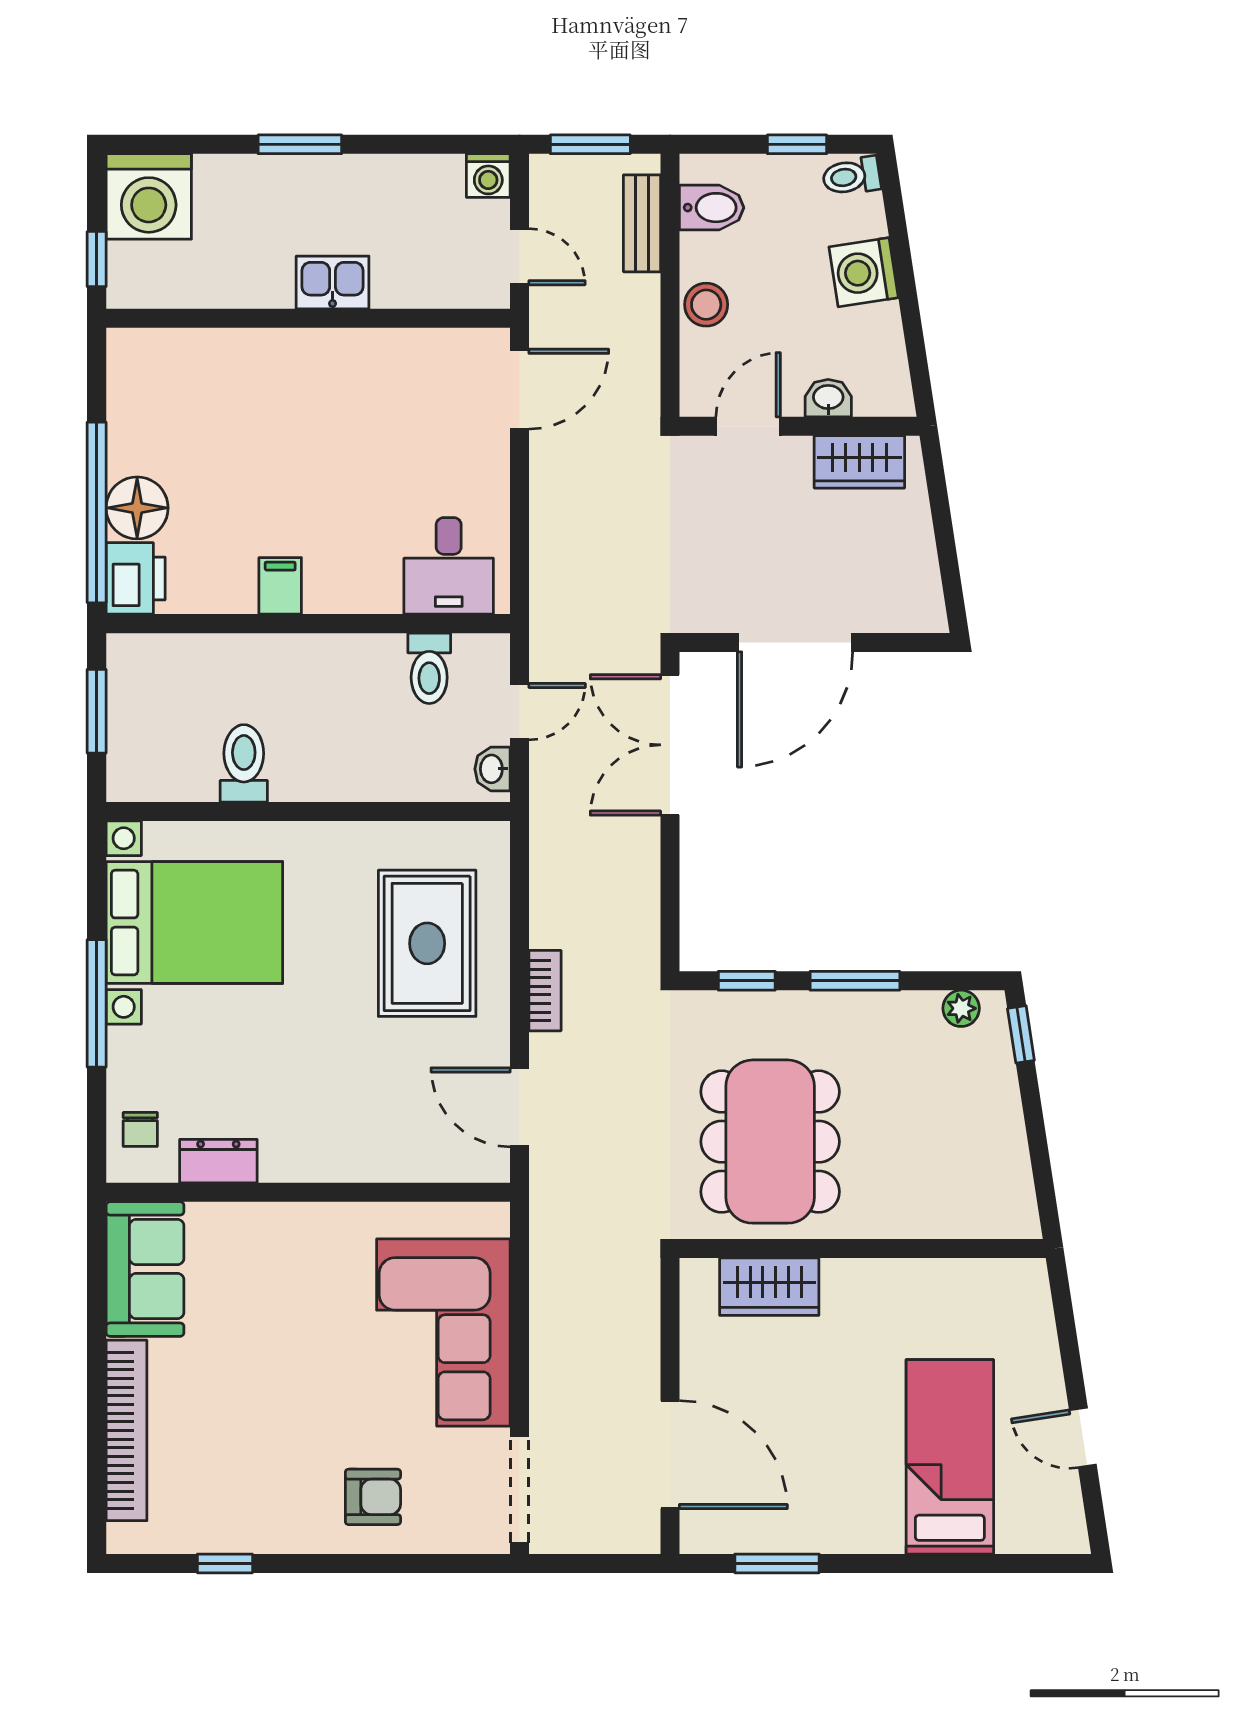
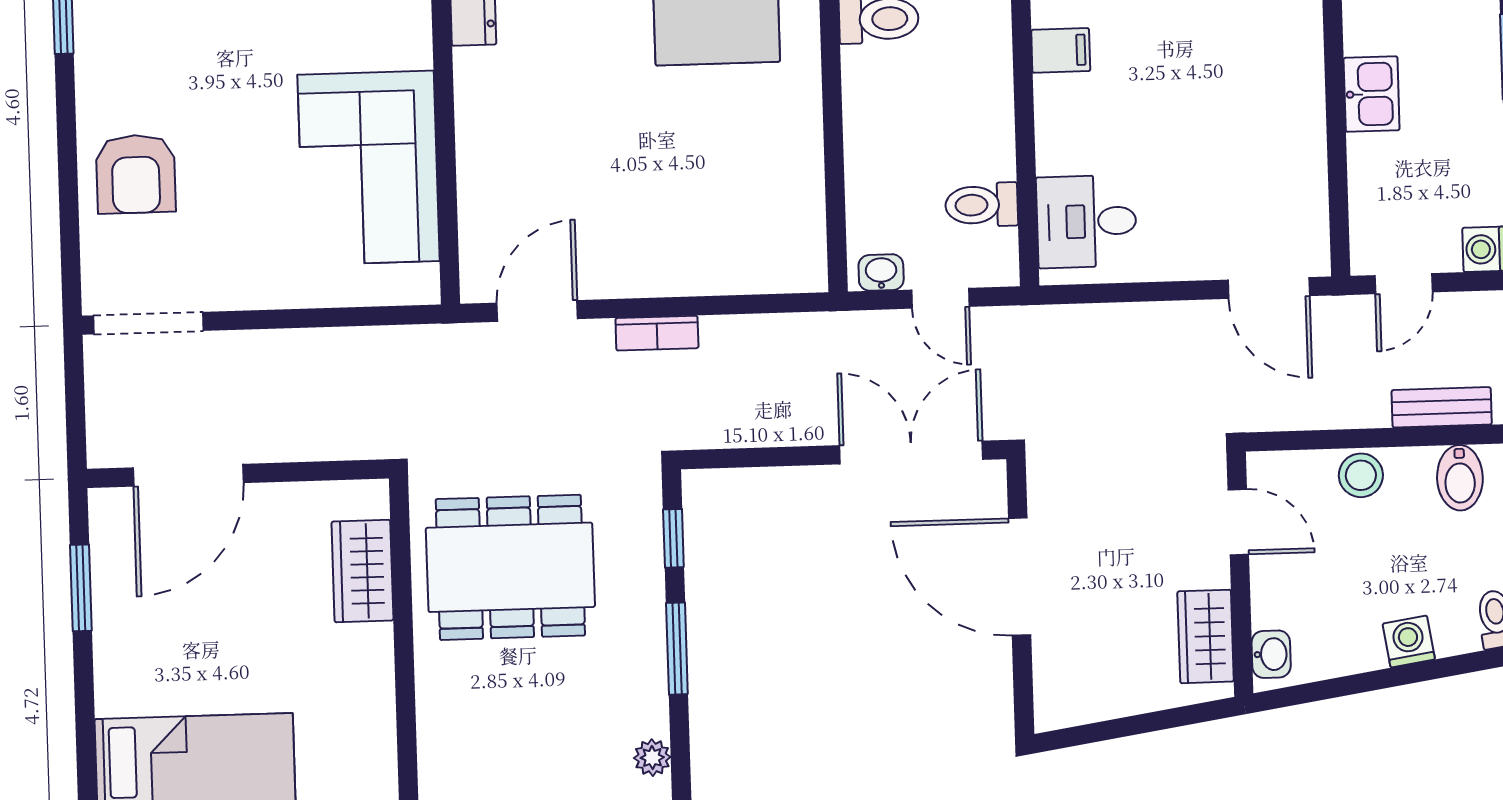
washing machine: (864, 272) -> (1409, 642), width x0.73, depth x0.73
washbasin: (828, 398) -> (1271, 654), moved
rug: (427, 943) -> (701, 212), removed
corner sofa: (443, 1333) -> (369, 168), moved, turned -90
armchair: (373, 1497) -> (136, 174), width x1.38, depth x1.38

